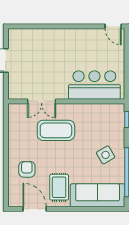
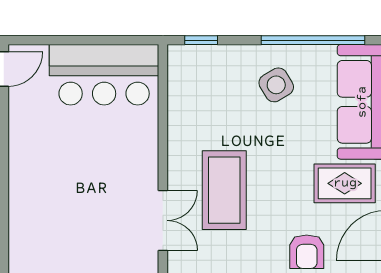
bar counter: (94, 85) -> (104, 75), moved, turned -90
armchair: (27, 169) -> (307, 252), turned -90

